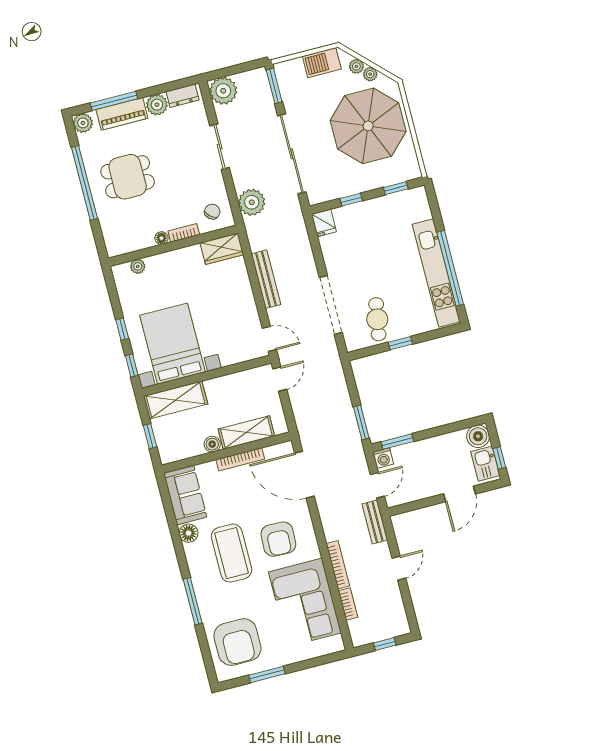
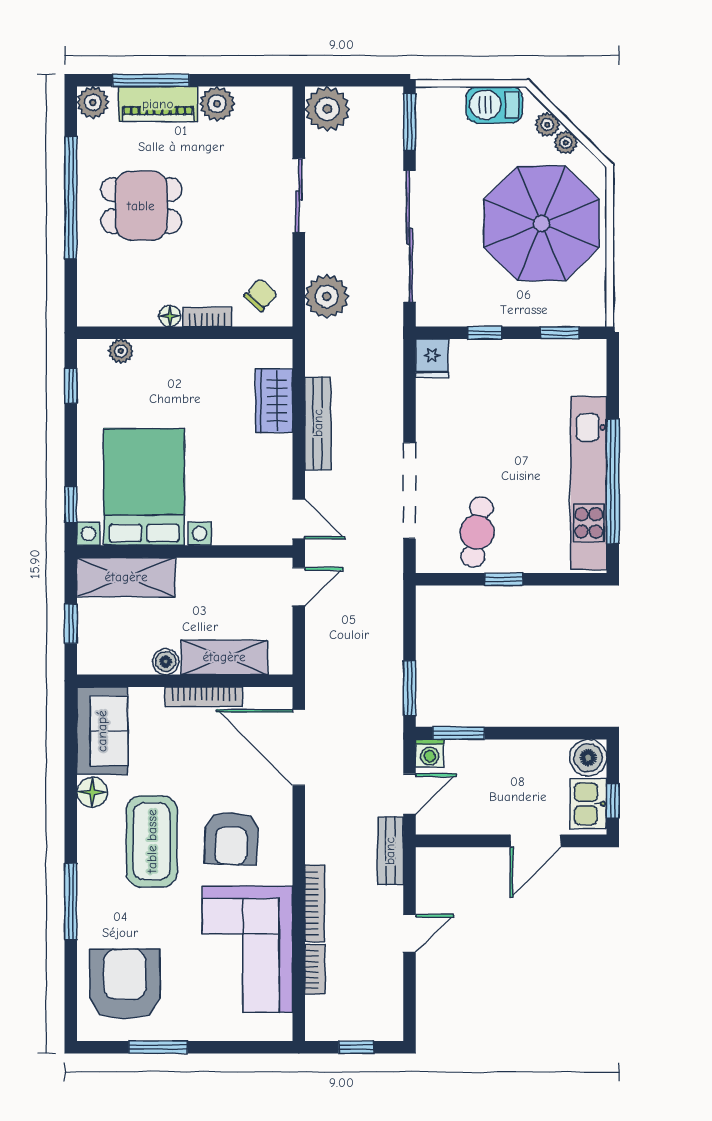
dresser: (183, 96) -> (261, 100), removed
wardrobe: (222, 249) -> (274, 401), moved, turned 90
window: (122, 329) -> (71, 386), moved
armchair: (237, 642) -> (125, 984), turned 180

